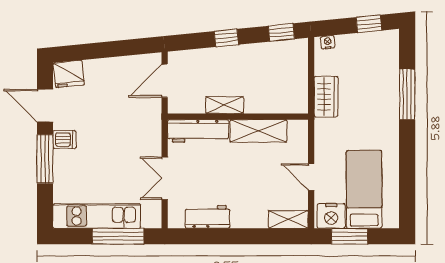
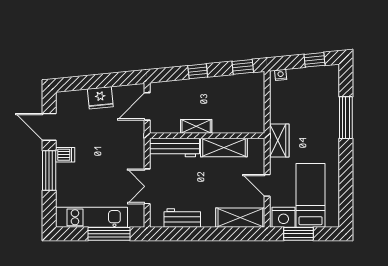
fridge: (69, 74) -> (100, 98), moved
wardrobe: (326, 97) -> (279, 140), moved
shelving: (288, 219) -> (240, 218), width x1.50, depth x1.33

